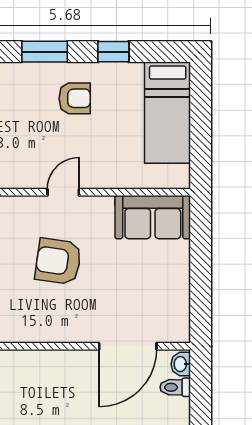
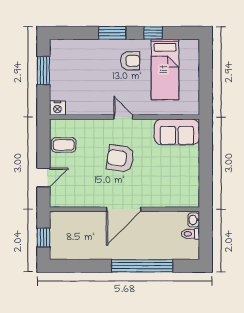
bed: (168, 113) -> (165, 69), moved
door: (63, 192) -> (123, 117), hinge flipped
door: (128, 346) -> (124, 209), moved

